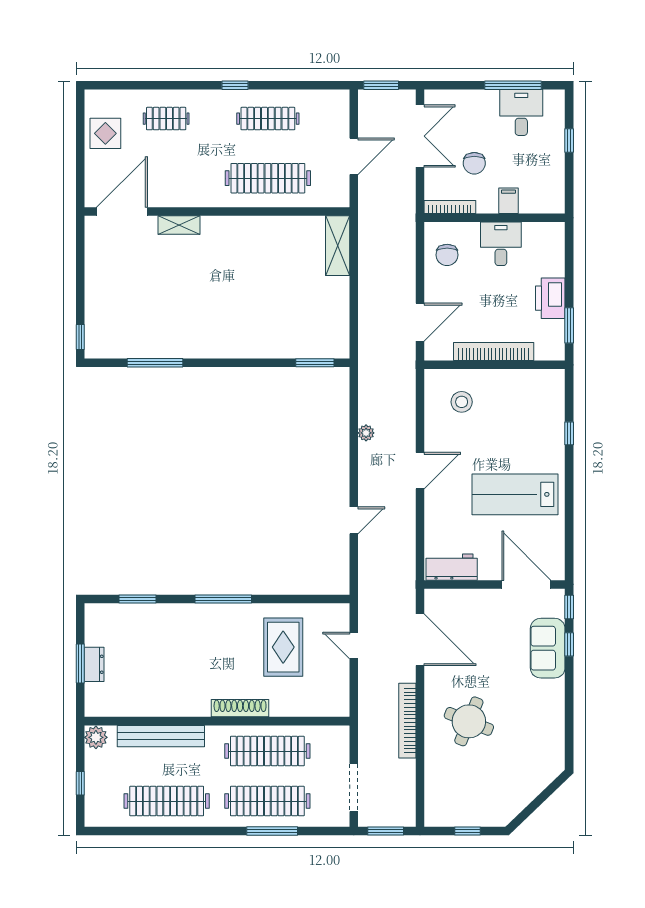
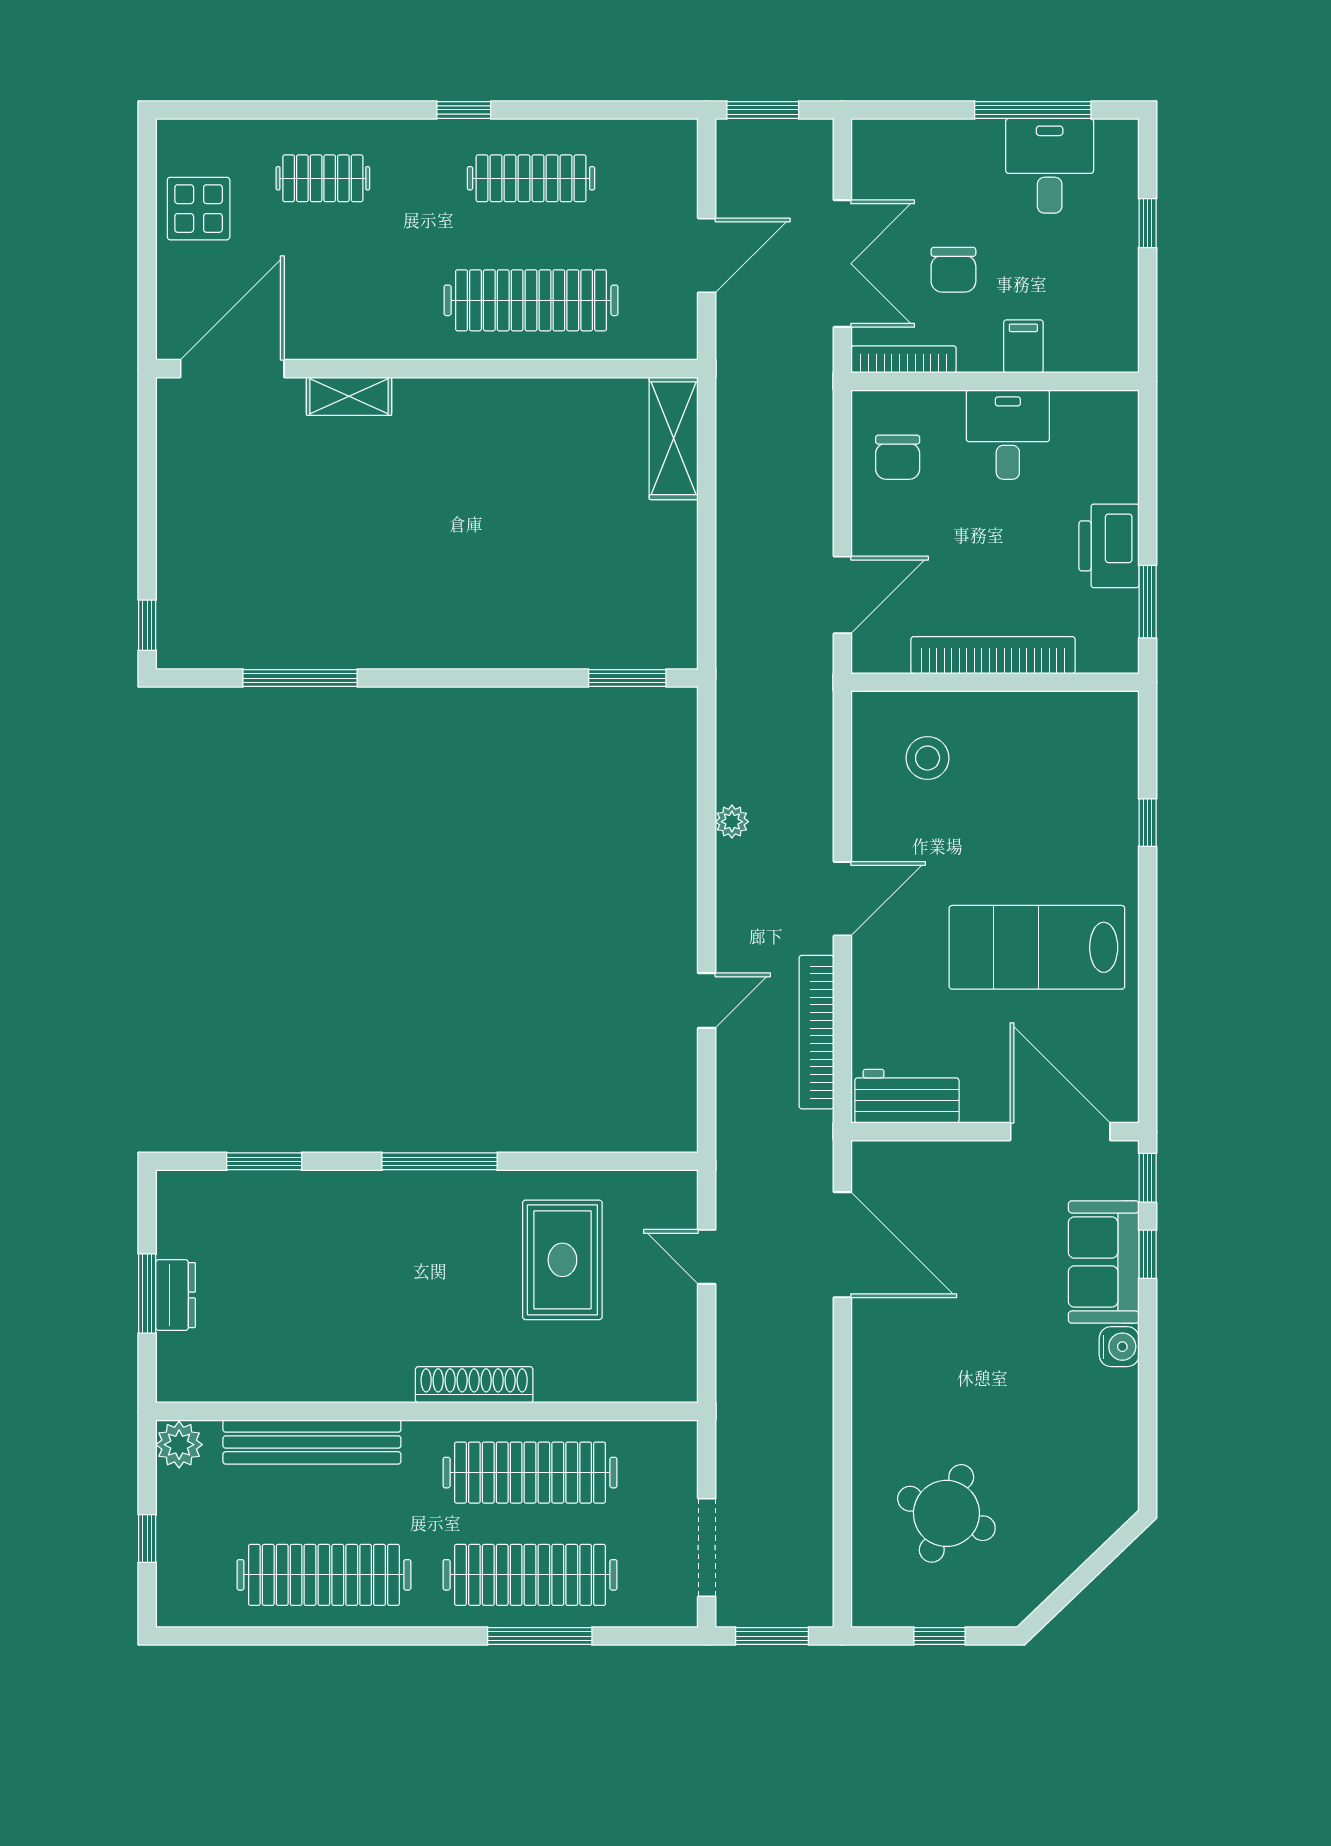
double door: (420, 136) -> (842, 264), moved
water cooler: (555, 689) -> (1119, 1347), added
bookcase: (407, 721) -> (816, 1032), moved
round table: (469, 721) -> (946, 1513), moved

